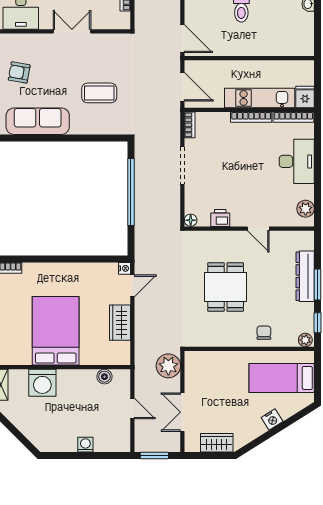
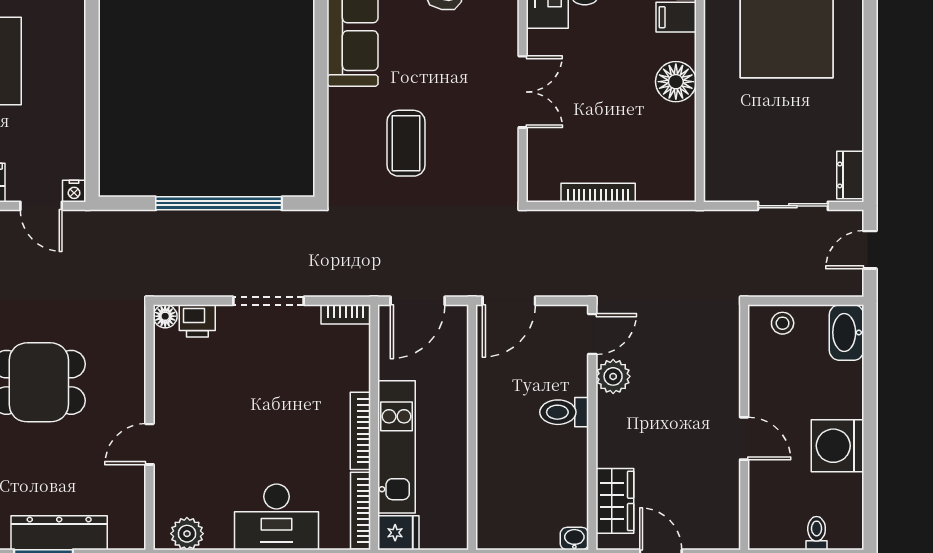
printer: (220, 218) -> (197, 321), moved, turned 90

